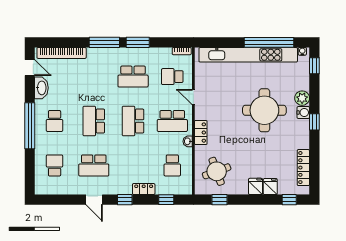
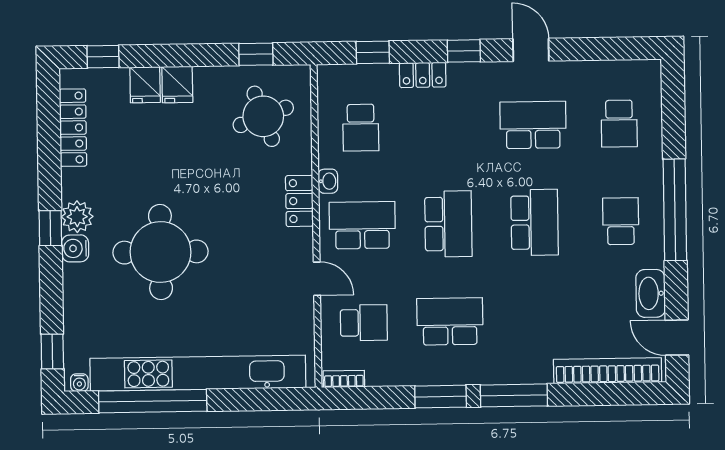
plant: (302, 98) -> (77, 217), moved
school desk: (172, 165) -> (361, 128), turned 180

